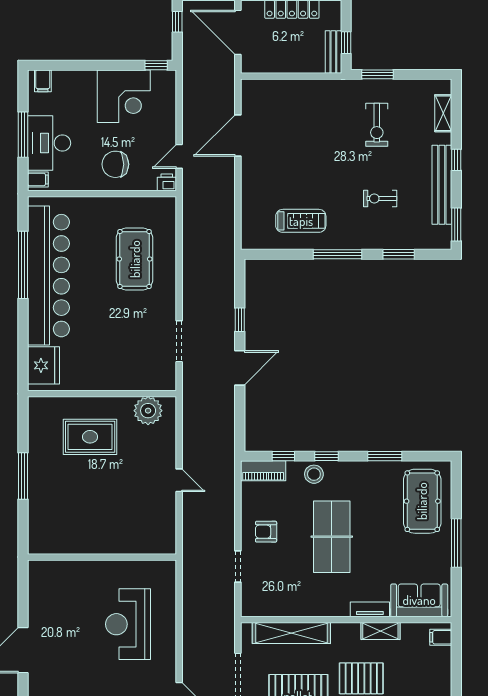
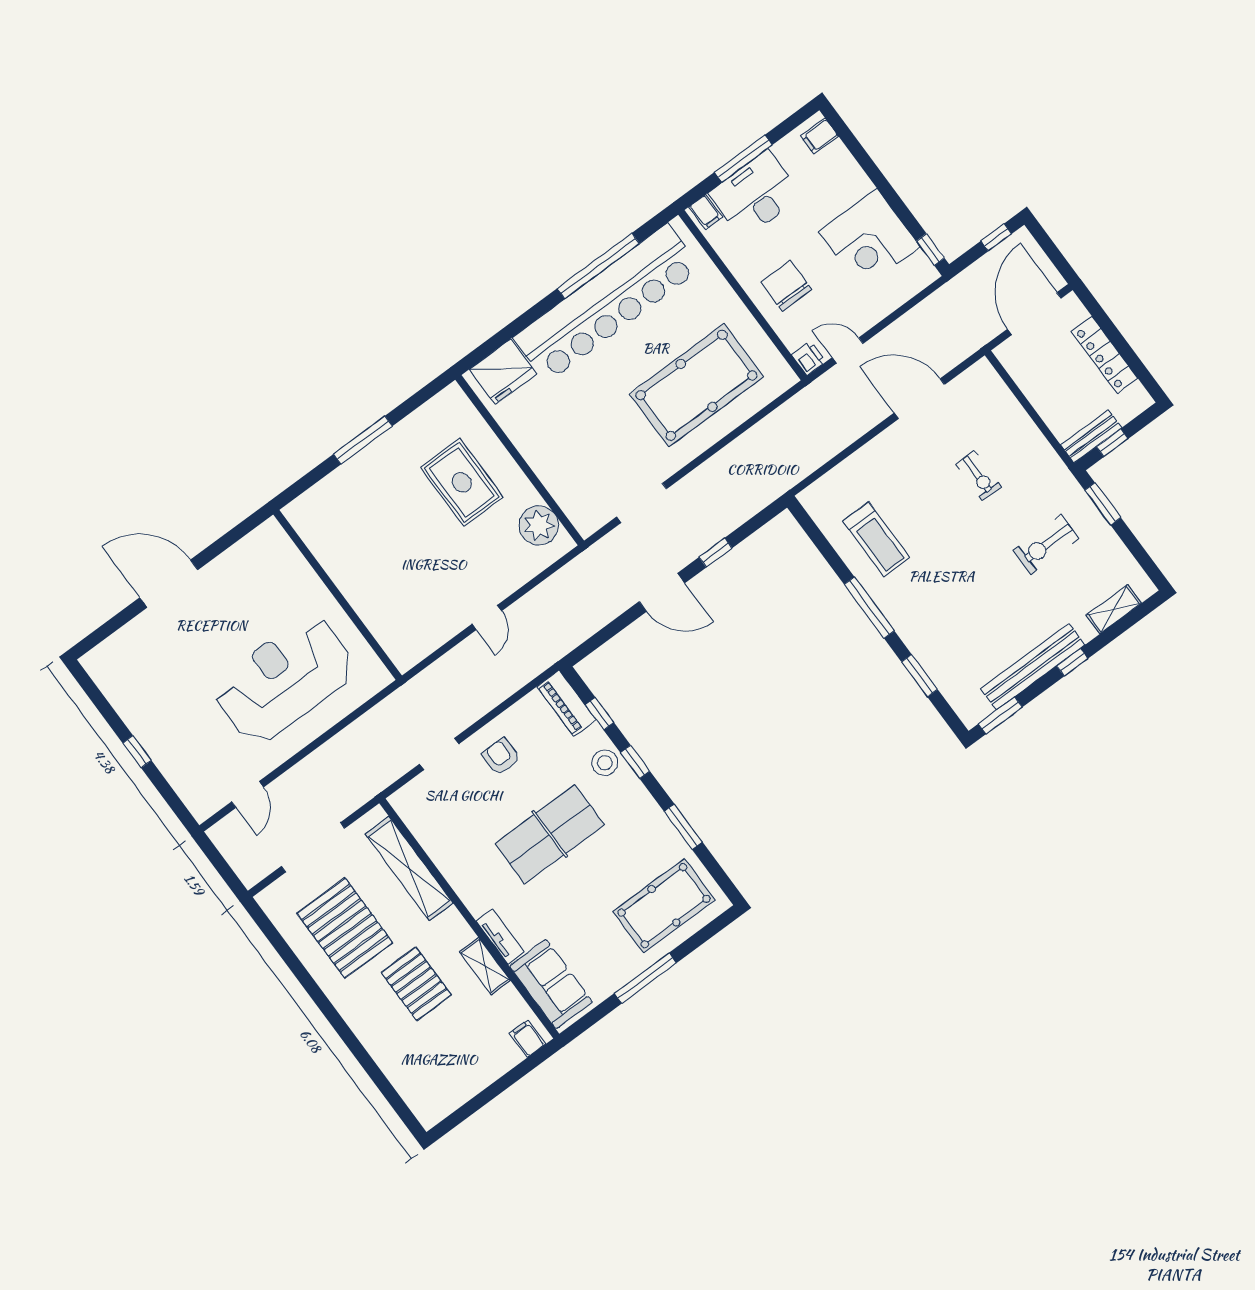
exercise bike: (380, 198) -> (978, 476), moved, turned 180
pool table: (135, 259) -> (697, 385), width x1.36, depth x1.32
reception desk: (128, 624) -> (284, 679), width x1.36, depth x1.30

